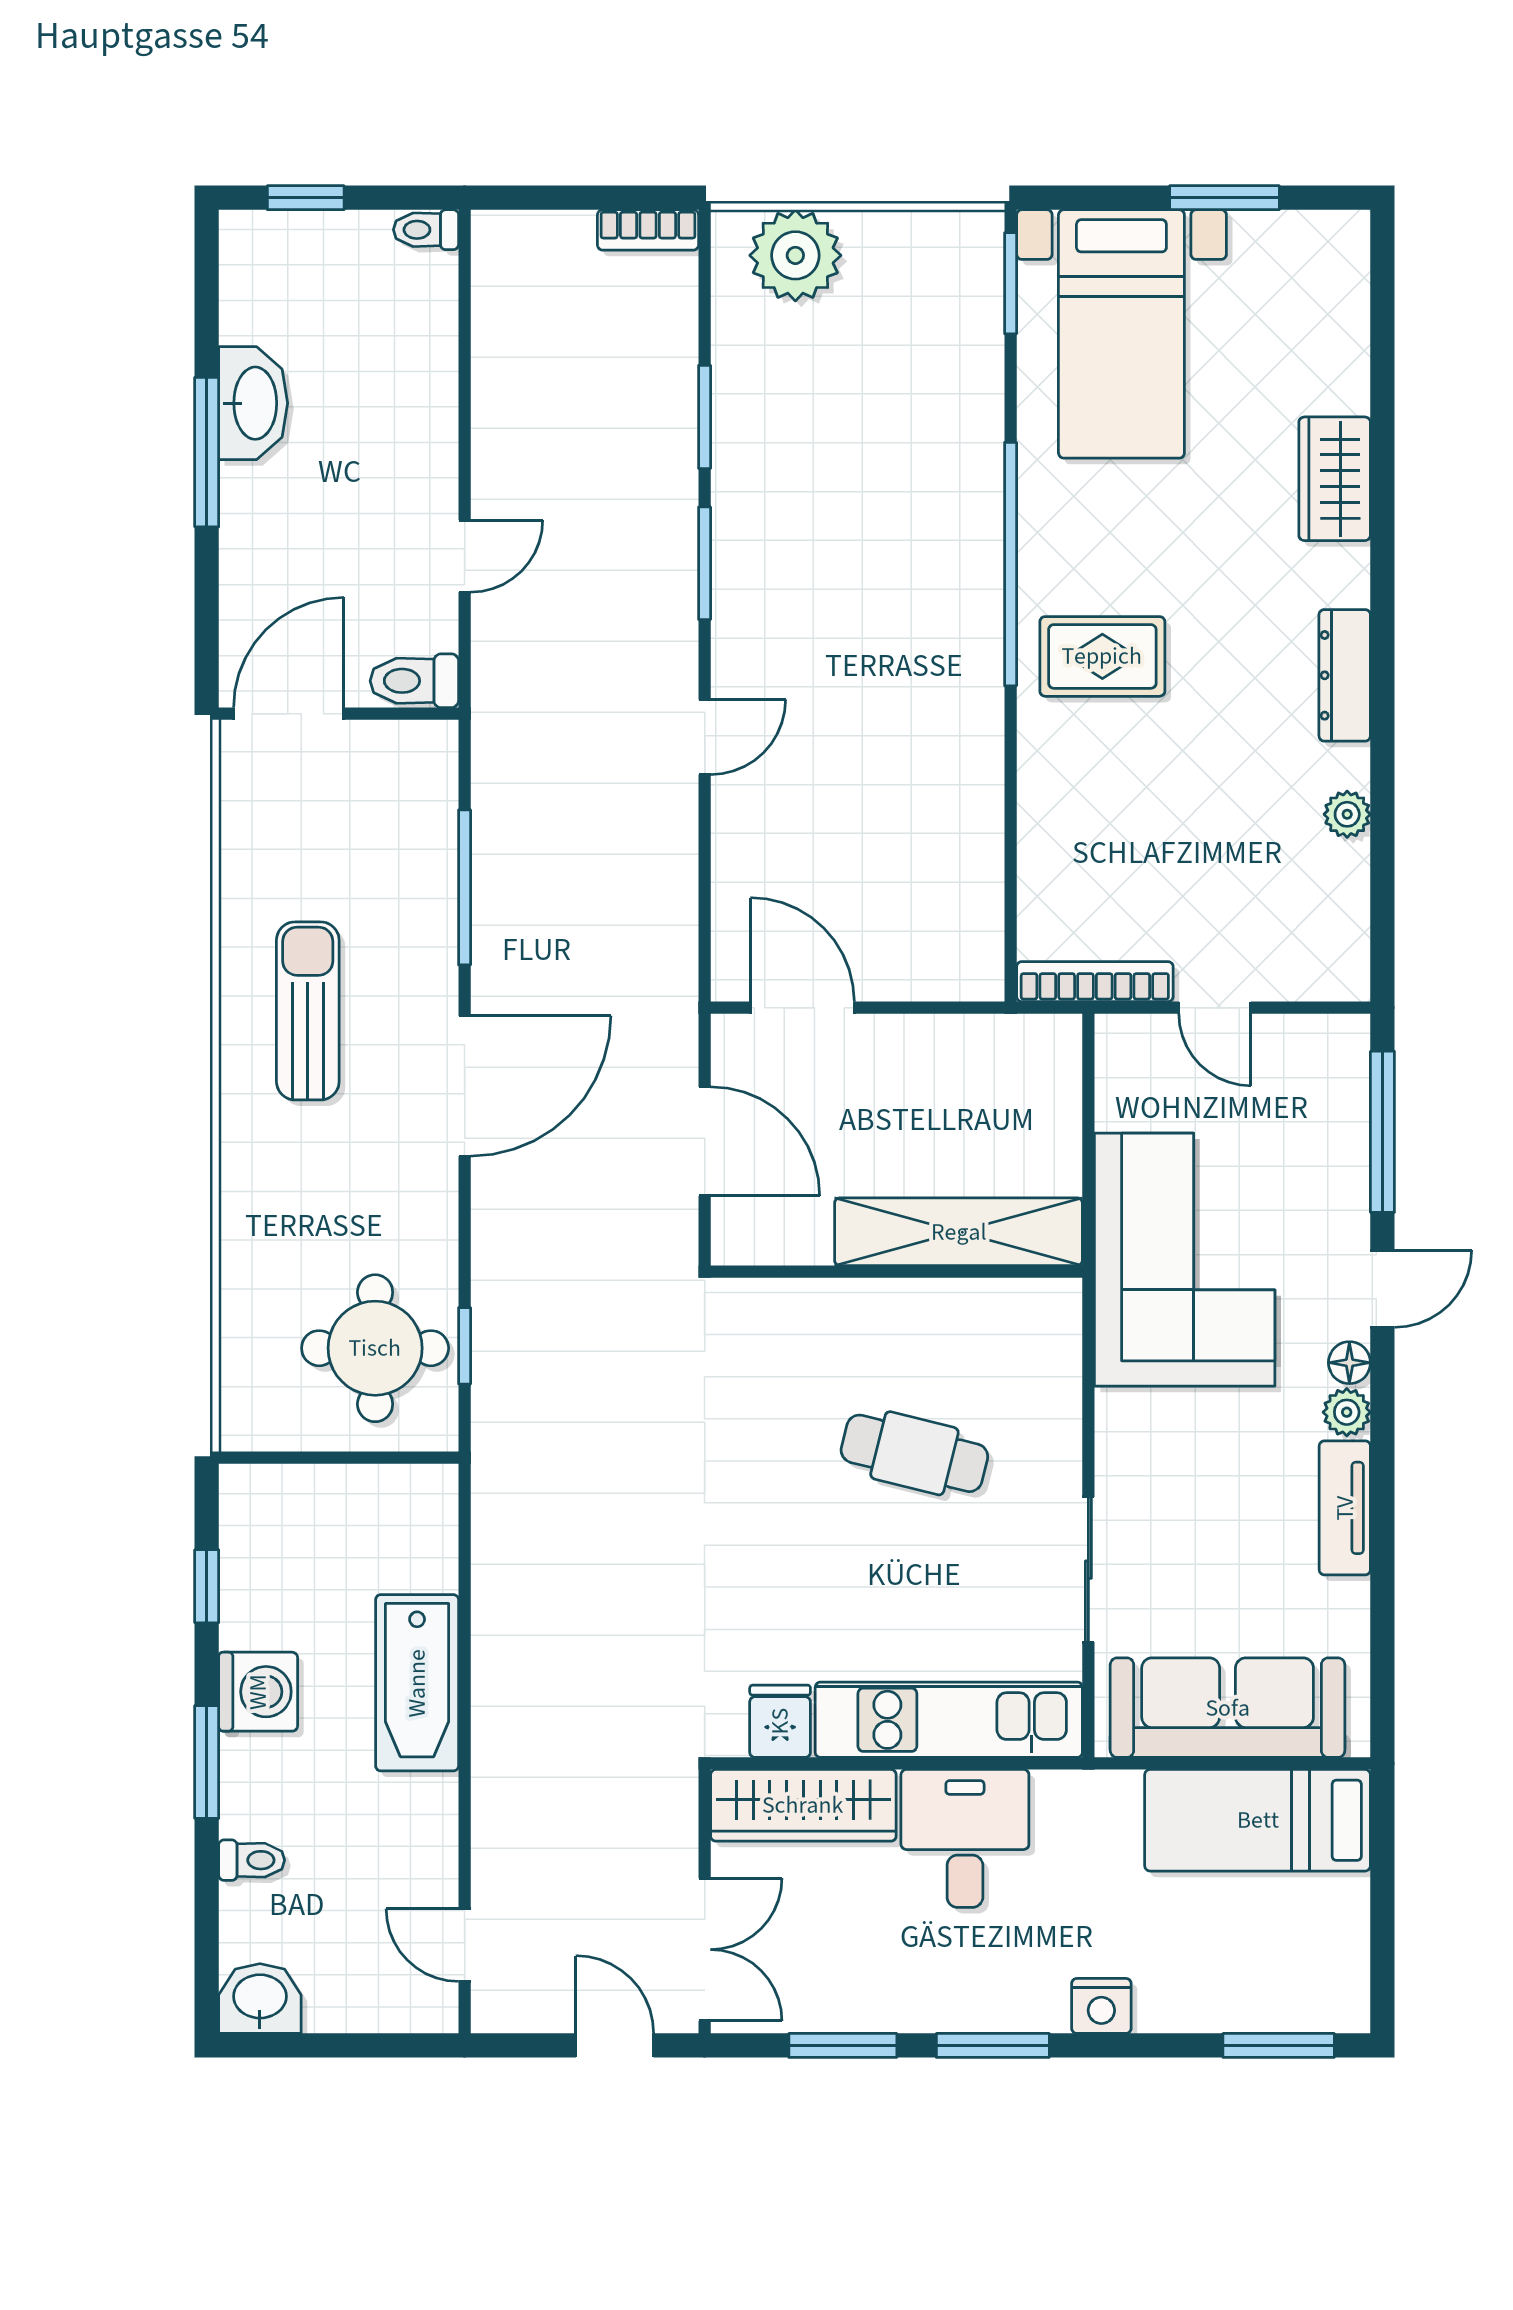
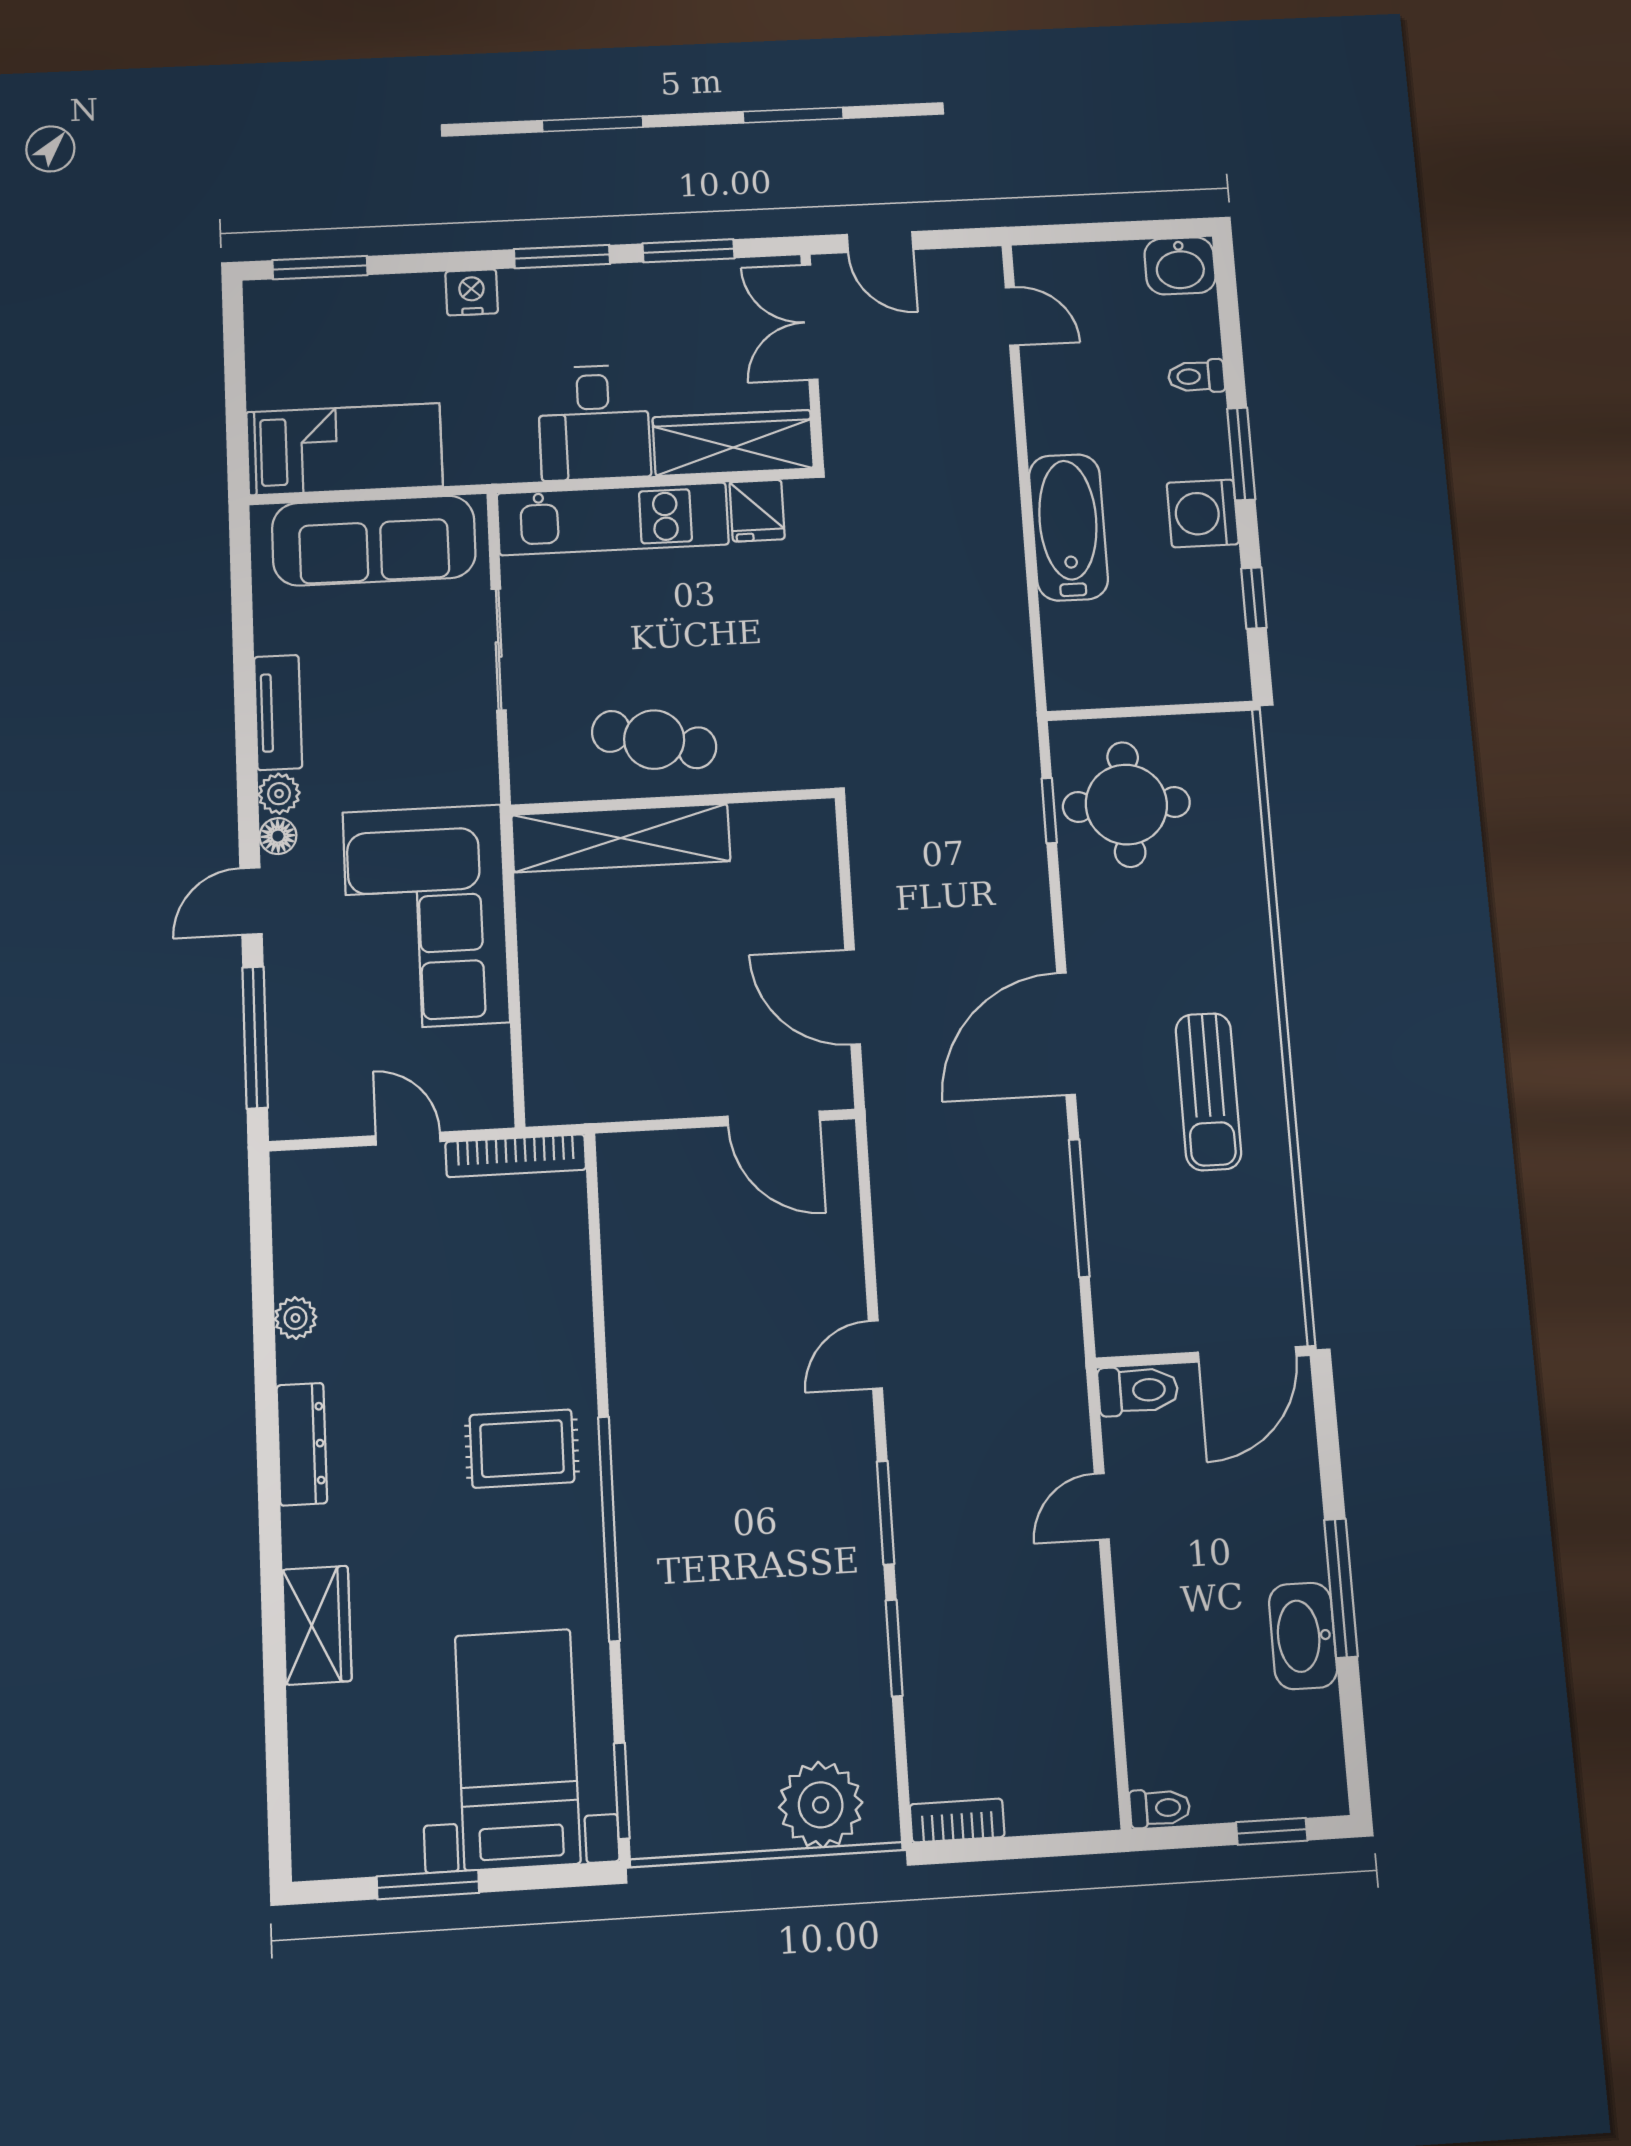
shelving: (959, 1232) -> (621, 838), moved
wall: (897, 1272) -> (673, 801), moved

